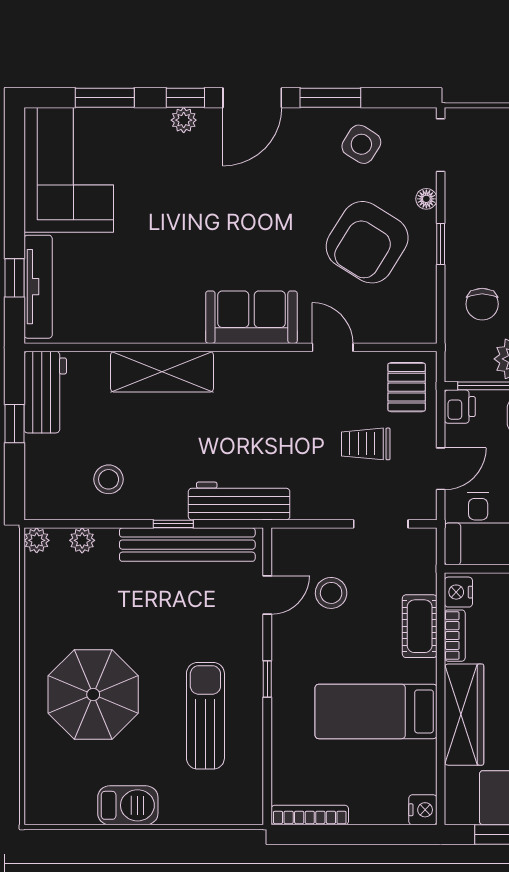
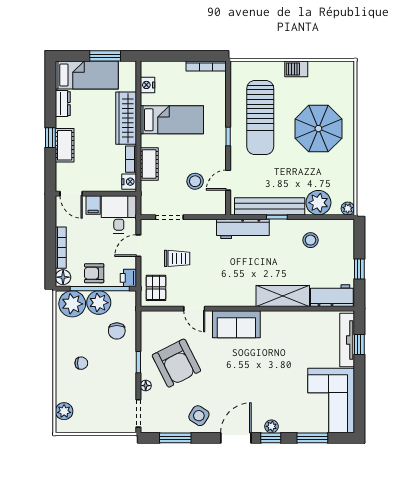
window: (330, 98) -> (175, 438), moved
side table: (361, 144) -> (199, 416), moved
armchair: (367, 242) -> (176, 363), turned 121
chair: (482, 304) -> (117, 331), turned 180
workbench: (45, 392) -> (332, 296), moved, turned 90
plant: (82, 540) -> (318, 203), width x1.88, depth x1.88
sun lounger: (205, 716) -> (260, 118), width x1.36, depth x1.34
barbecue: (128, 805) -> (296, 69), width x0.73, depth x0.79
nightstand: (423, 810) -> (148, 85), moved

